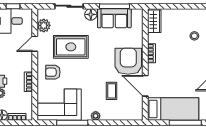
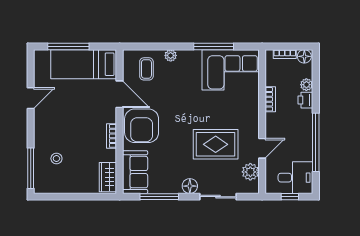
sofa: (114, 18) -> (135, 172), moved, turned 90
armchair: (53, 72) -> (239, 112), removed
coffee table: (112, 91) -> (146, 69), moved
plant: (96, 116) -> (171, 55), moved

